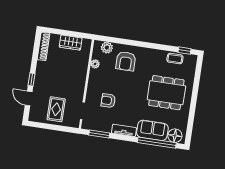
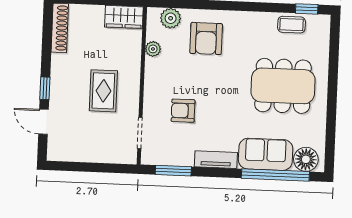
wardrobe: (71, 43) -> (124, 17), moved
rug: (56, 109) -> (103, 91), moved

